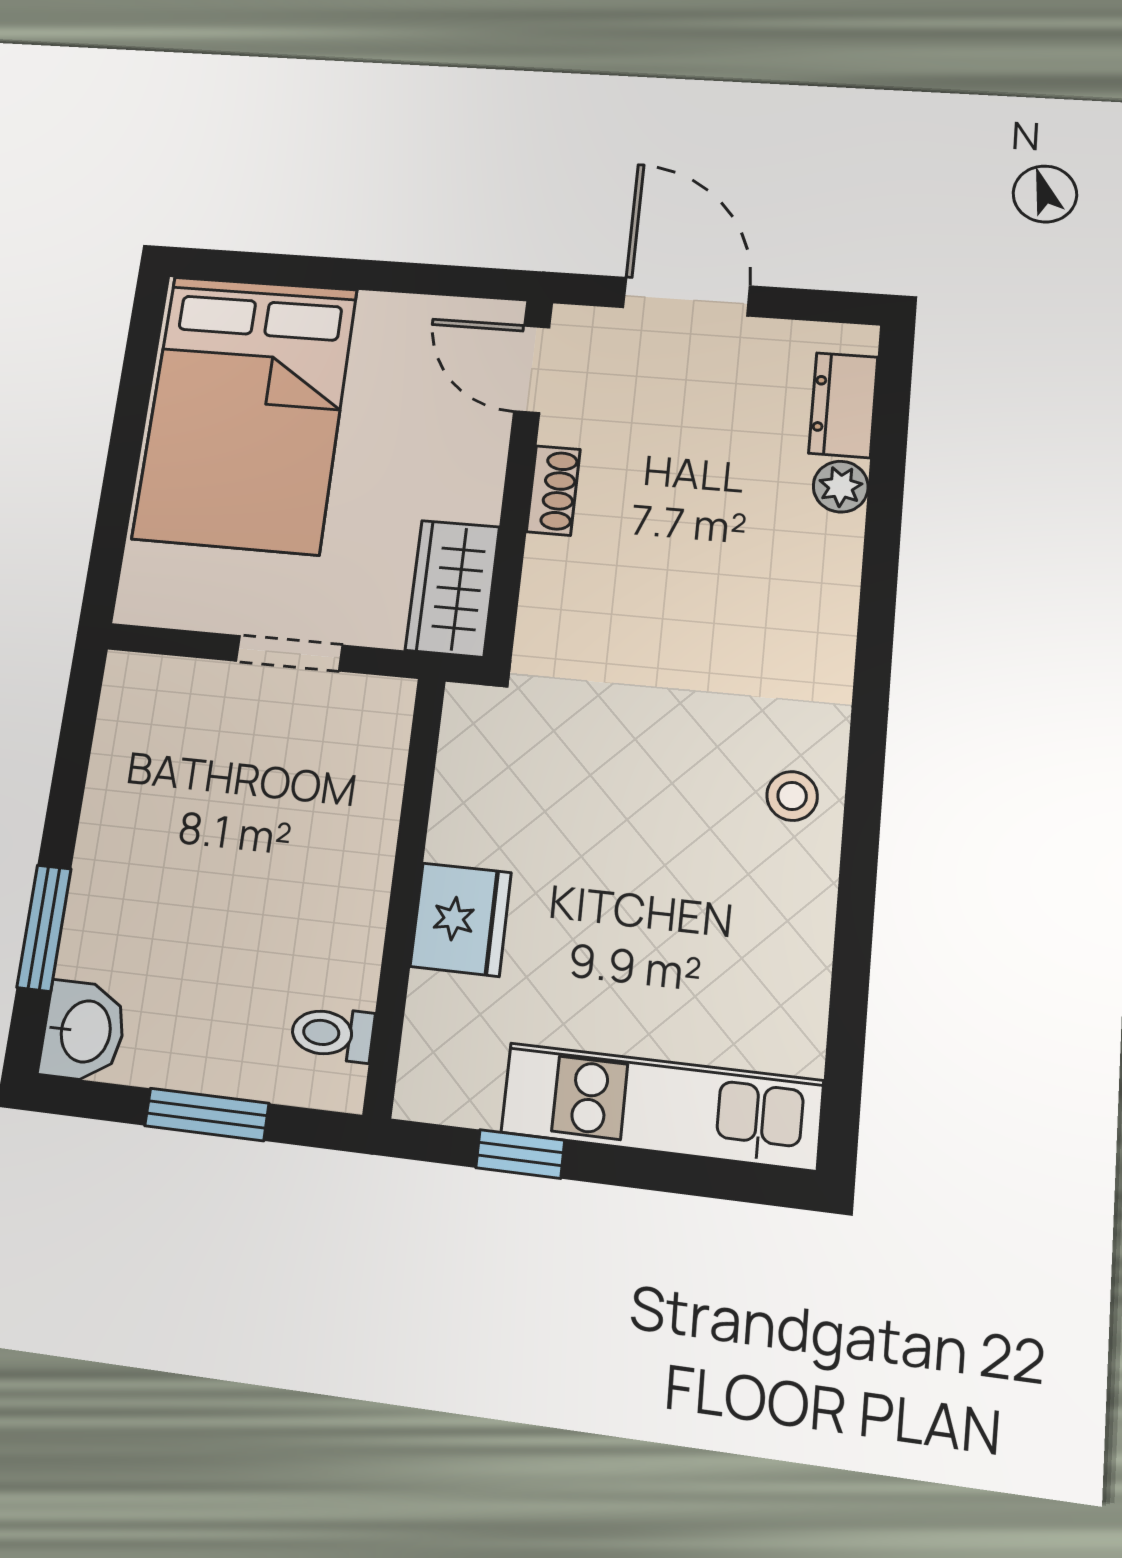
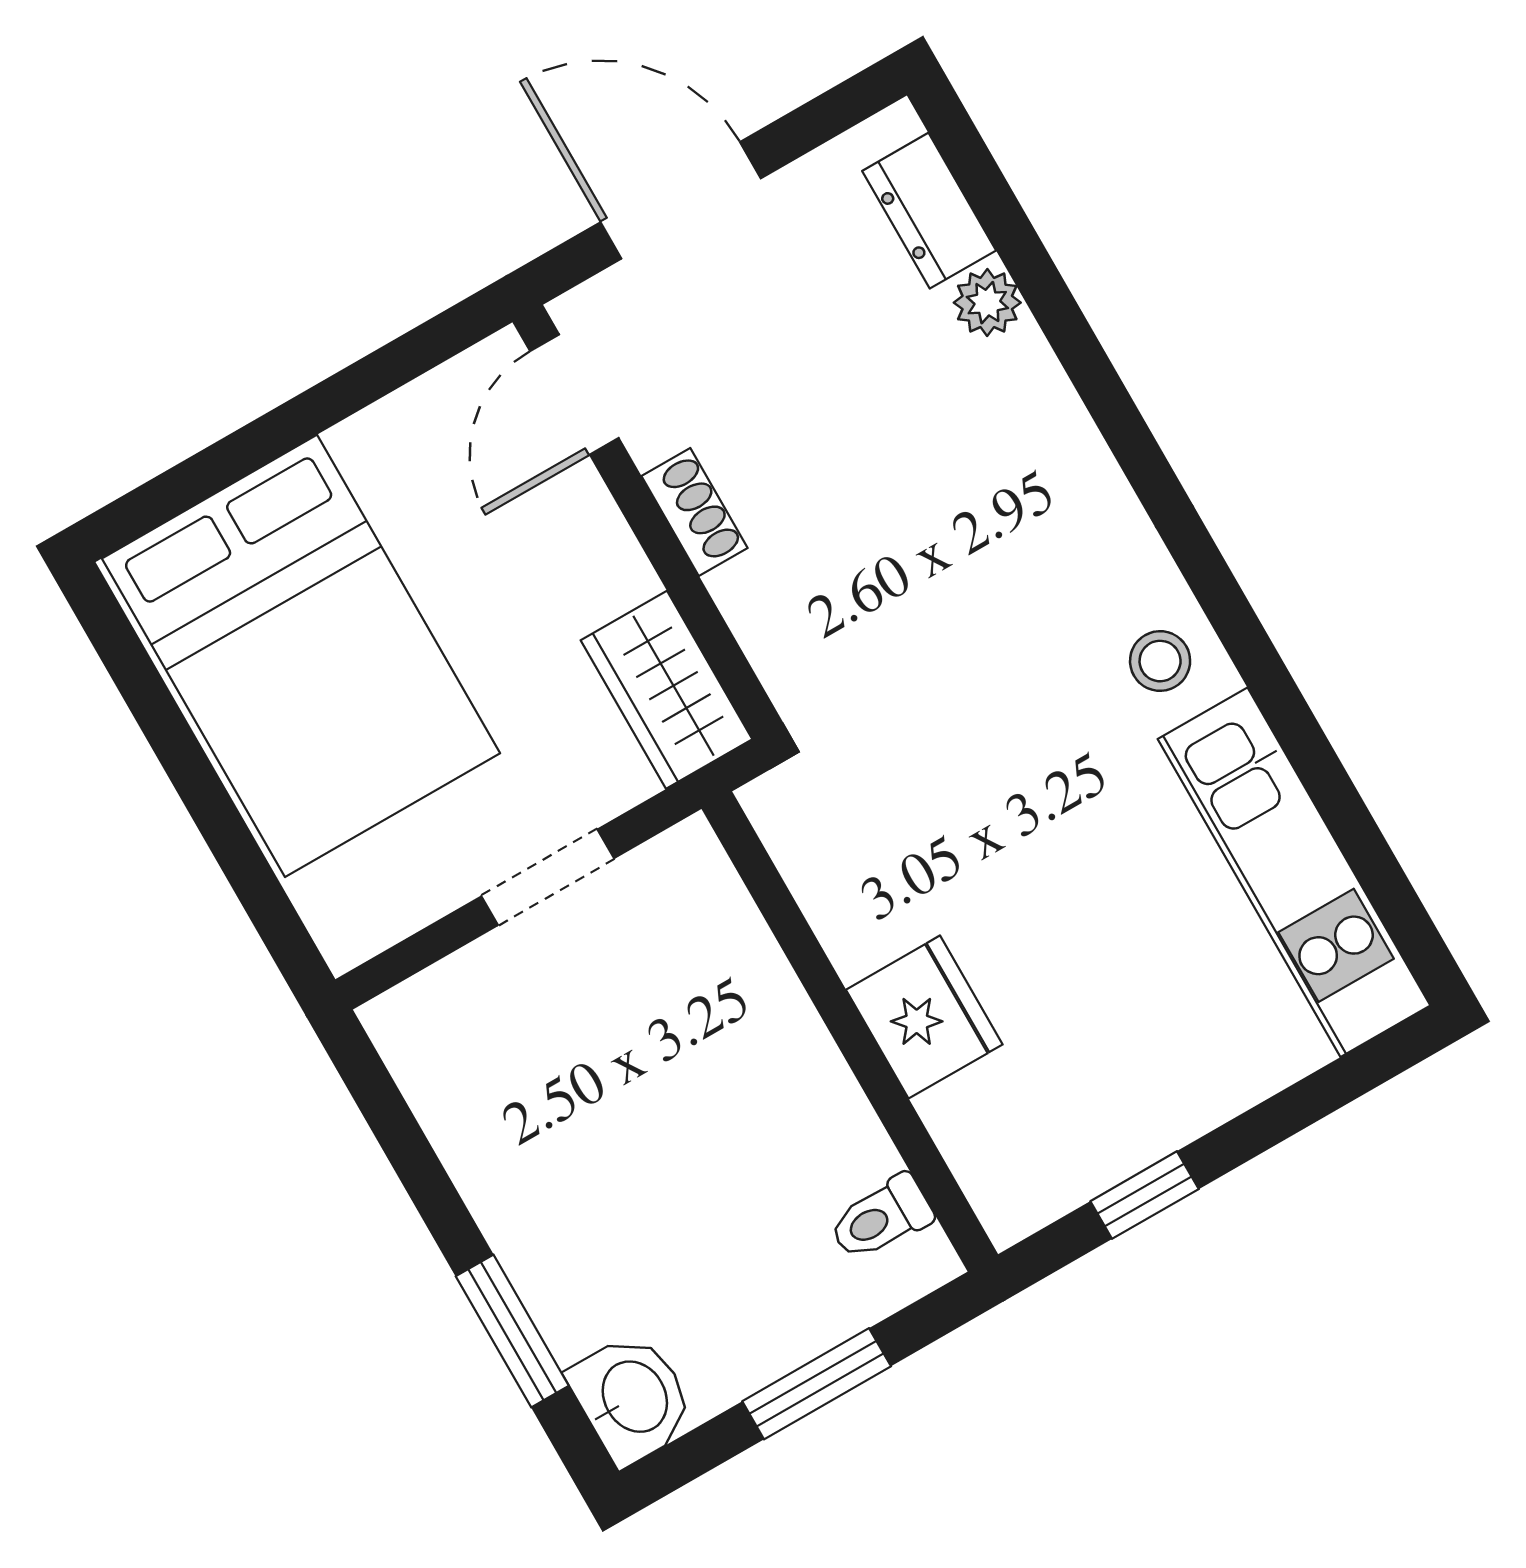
door: (532, 369) -> (574, 395), hinge flipped
kitchen unit: (662, 1106) -> (1294, 872), moved, turned -90

